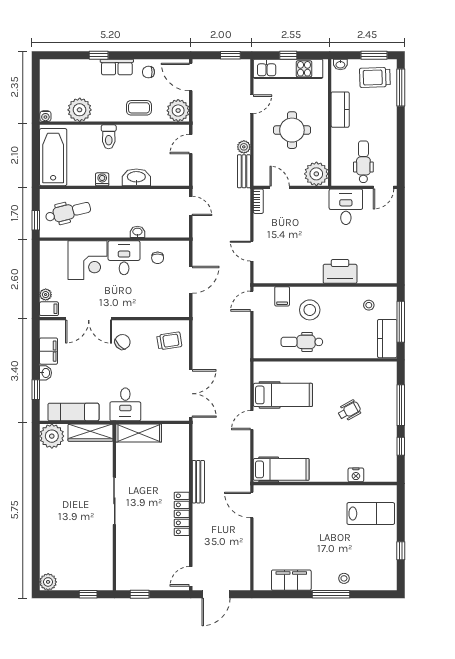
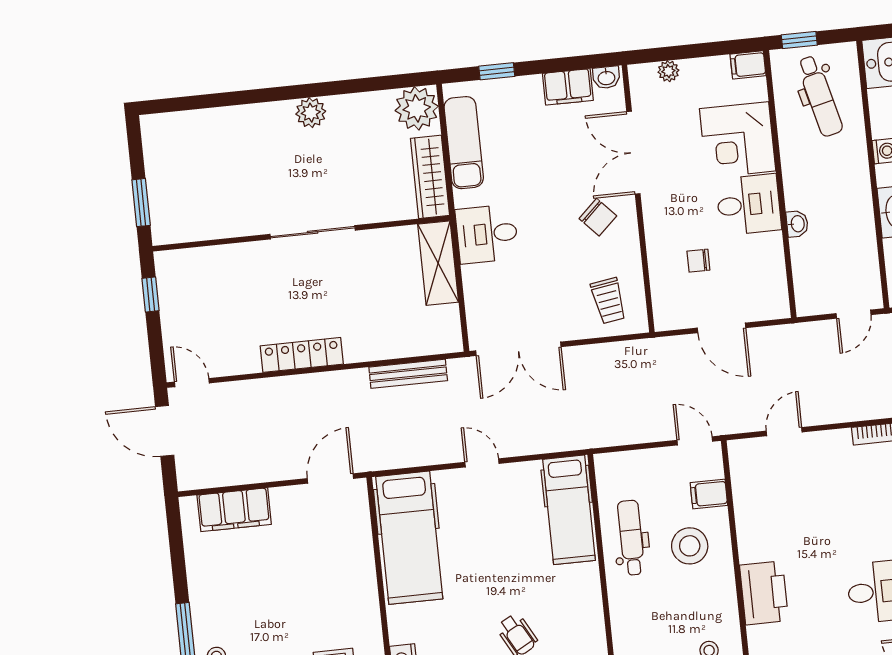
chair: (158, 258) -> (698, 261), moved
filing cabinet: (49, 309) -> (748, 65), moved, turned 90
washbasin: (45, 373) -> (606, 77), moved
hospital bed: (283, 395) -> (569, 510), moved
hospital bed: (281, 469) -> (409, 538), width x1.37, depth x1.29
bench: (198, 482) -> (408, 374), moved
filing cabinet: (291, 580) -> (234, 510), moved, turned 90
plant: (48, 582) -> (311, 113), moved
window: (88, 594) -> (141, 203), width x1.50

